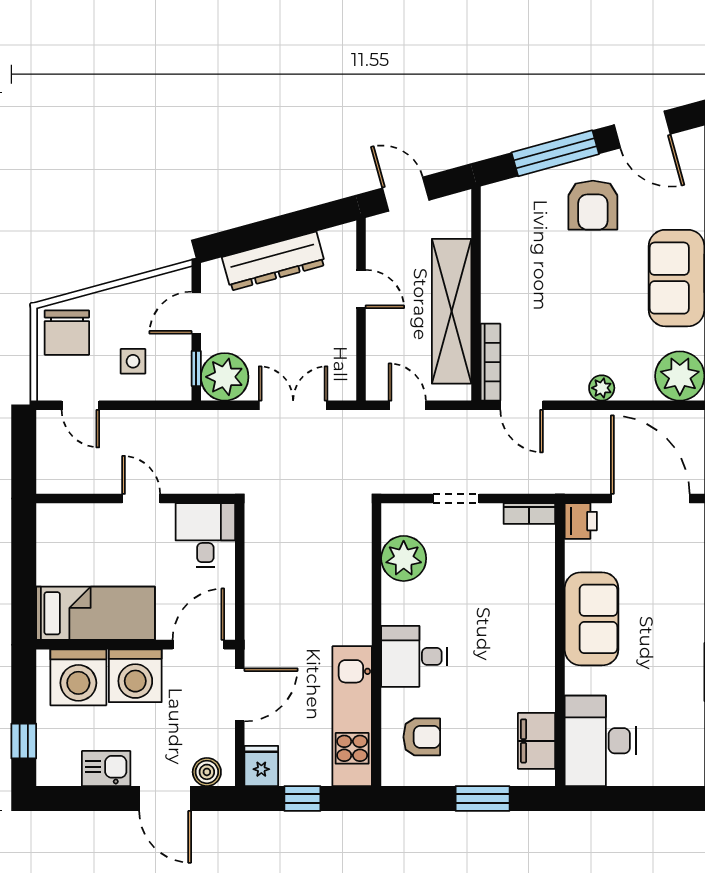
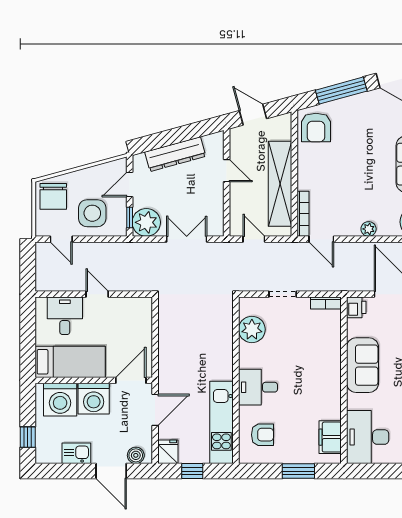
armchair: (593, 205) -> (316, 127), moved
side table: (133, 361) -> (92, 213), width x1.87, depth x1.87
desk: (205, 535) -> (65, 316), moved

